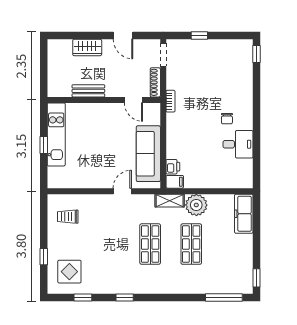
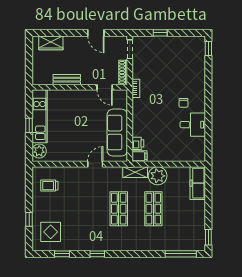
wardrobe: (87, 47) -> (51, 43), moved
plant: (56, 176) -> (39, 151), added

